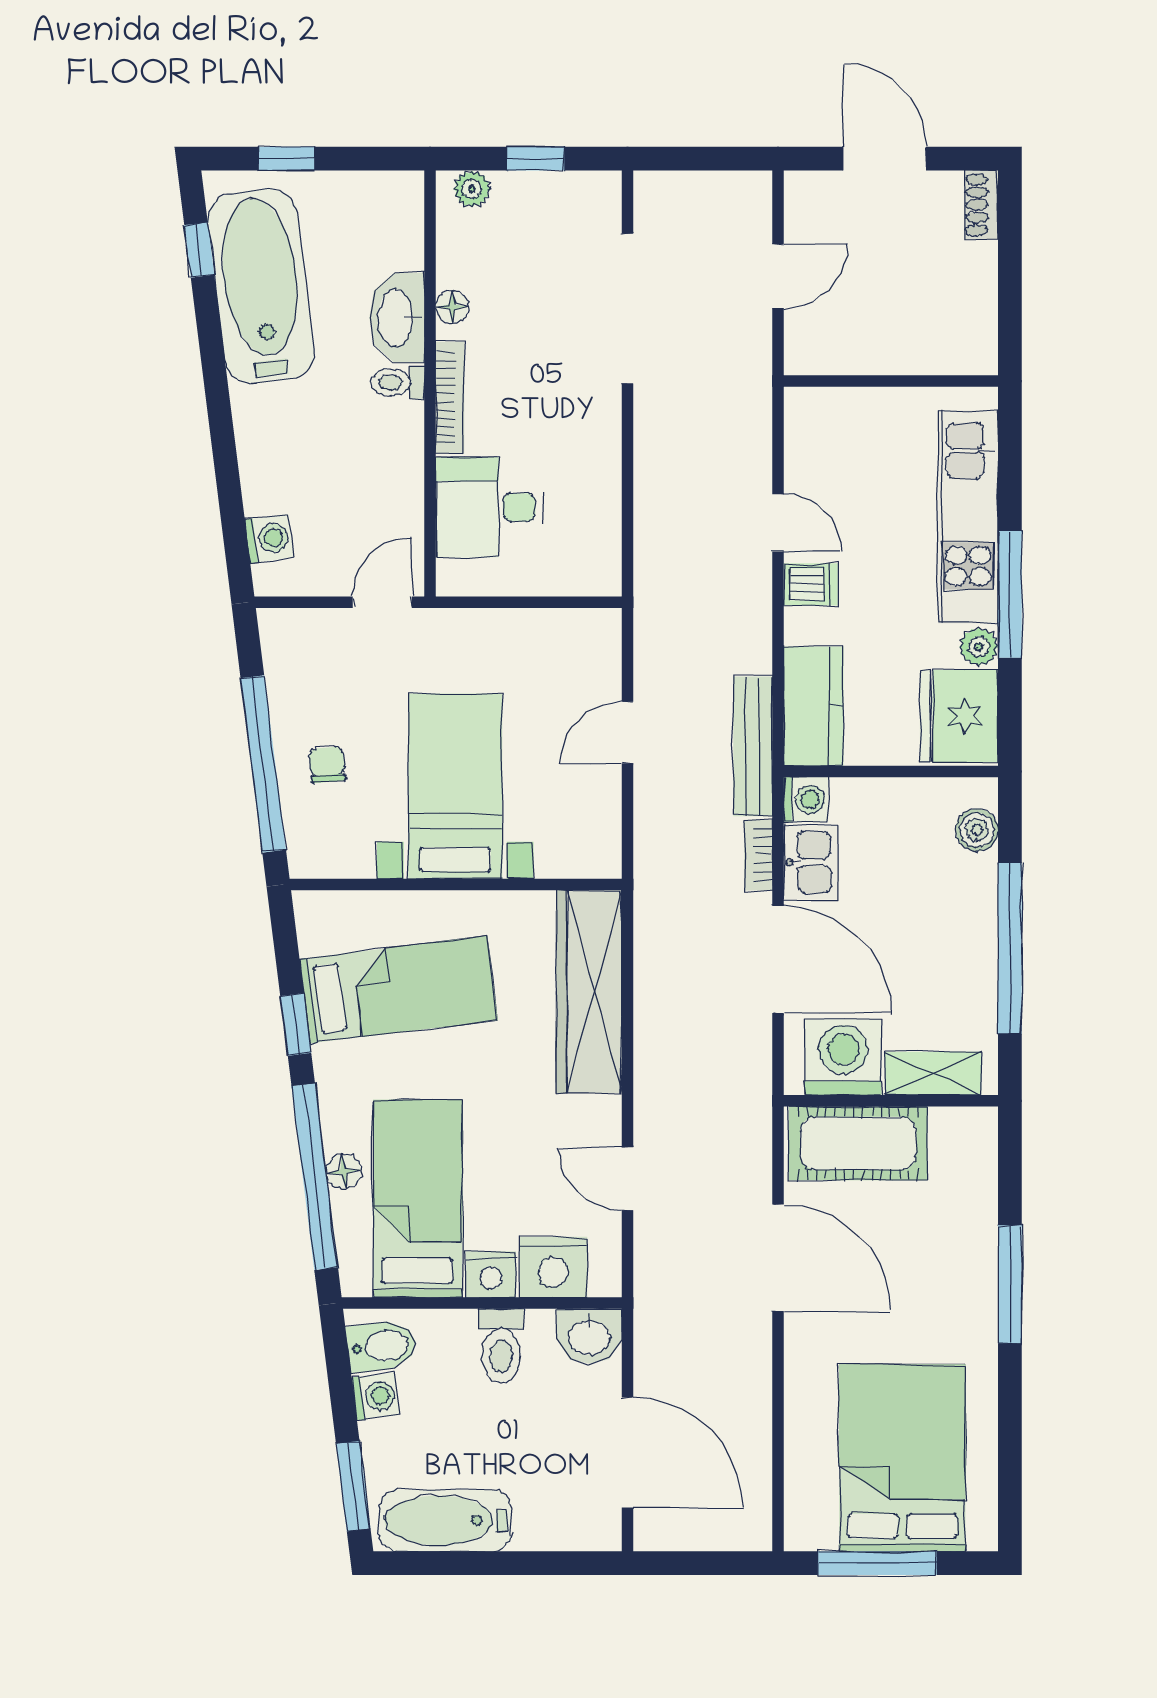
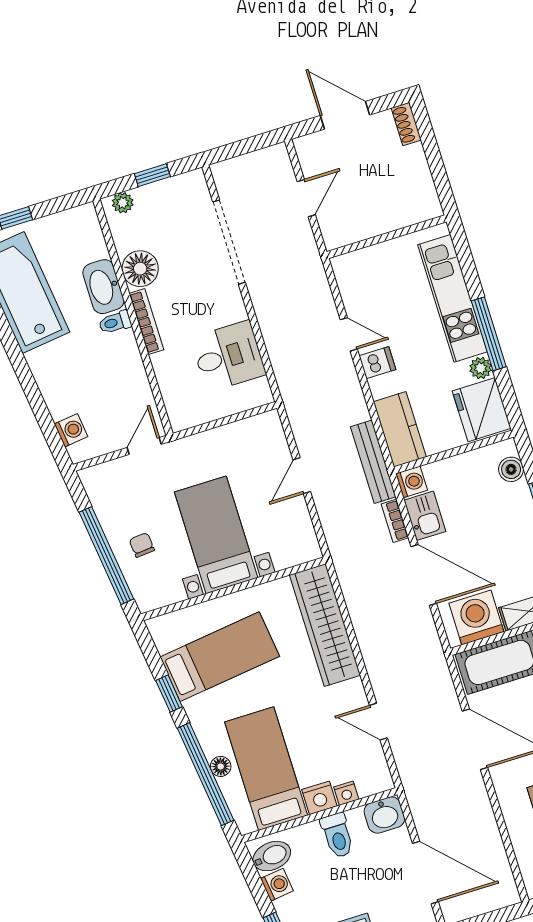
floor lamp: (452, 307) -> (140, 269), width x1.89, depth x1.89
desk: (490, 507) -> (228, 356), moved, turned 180
nightstand: (553, 1267) -> (346, 793), width x0.53, depth x0.56

